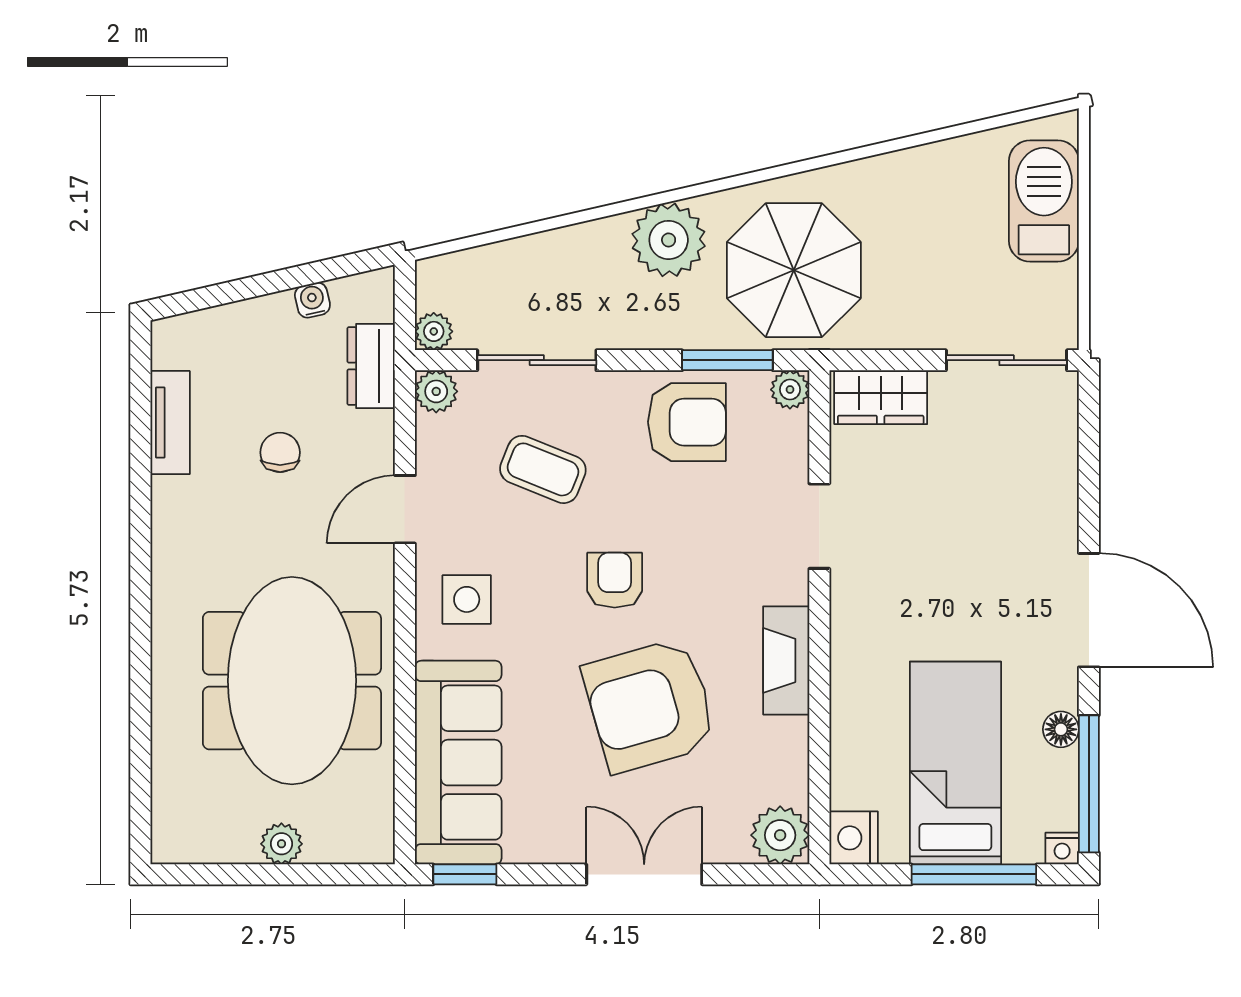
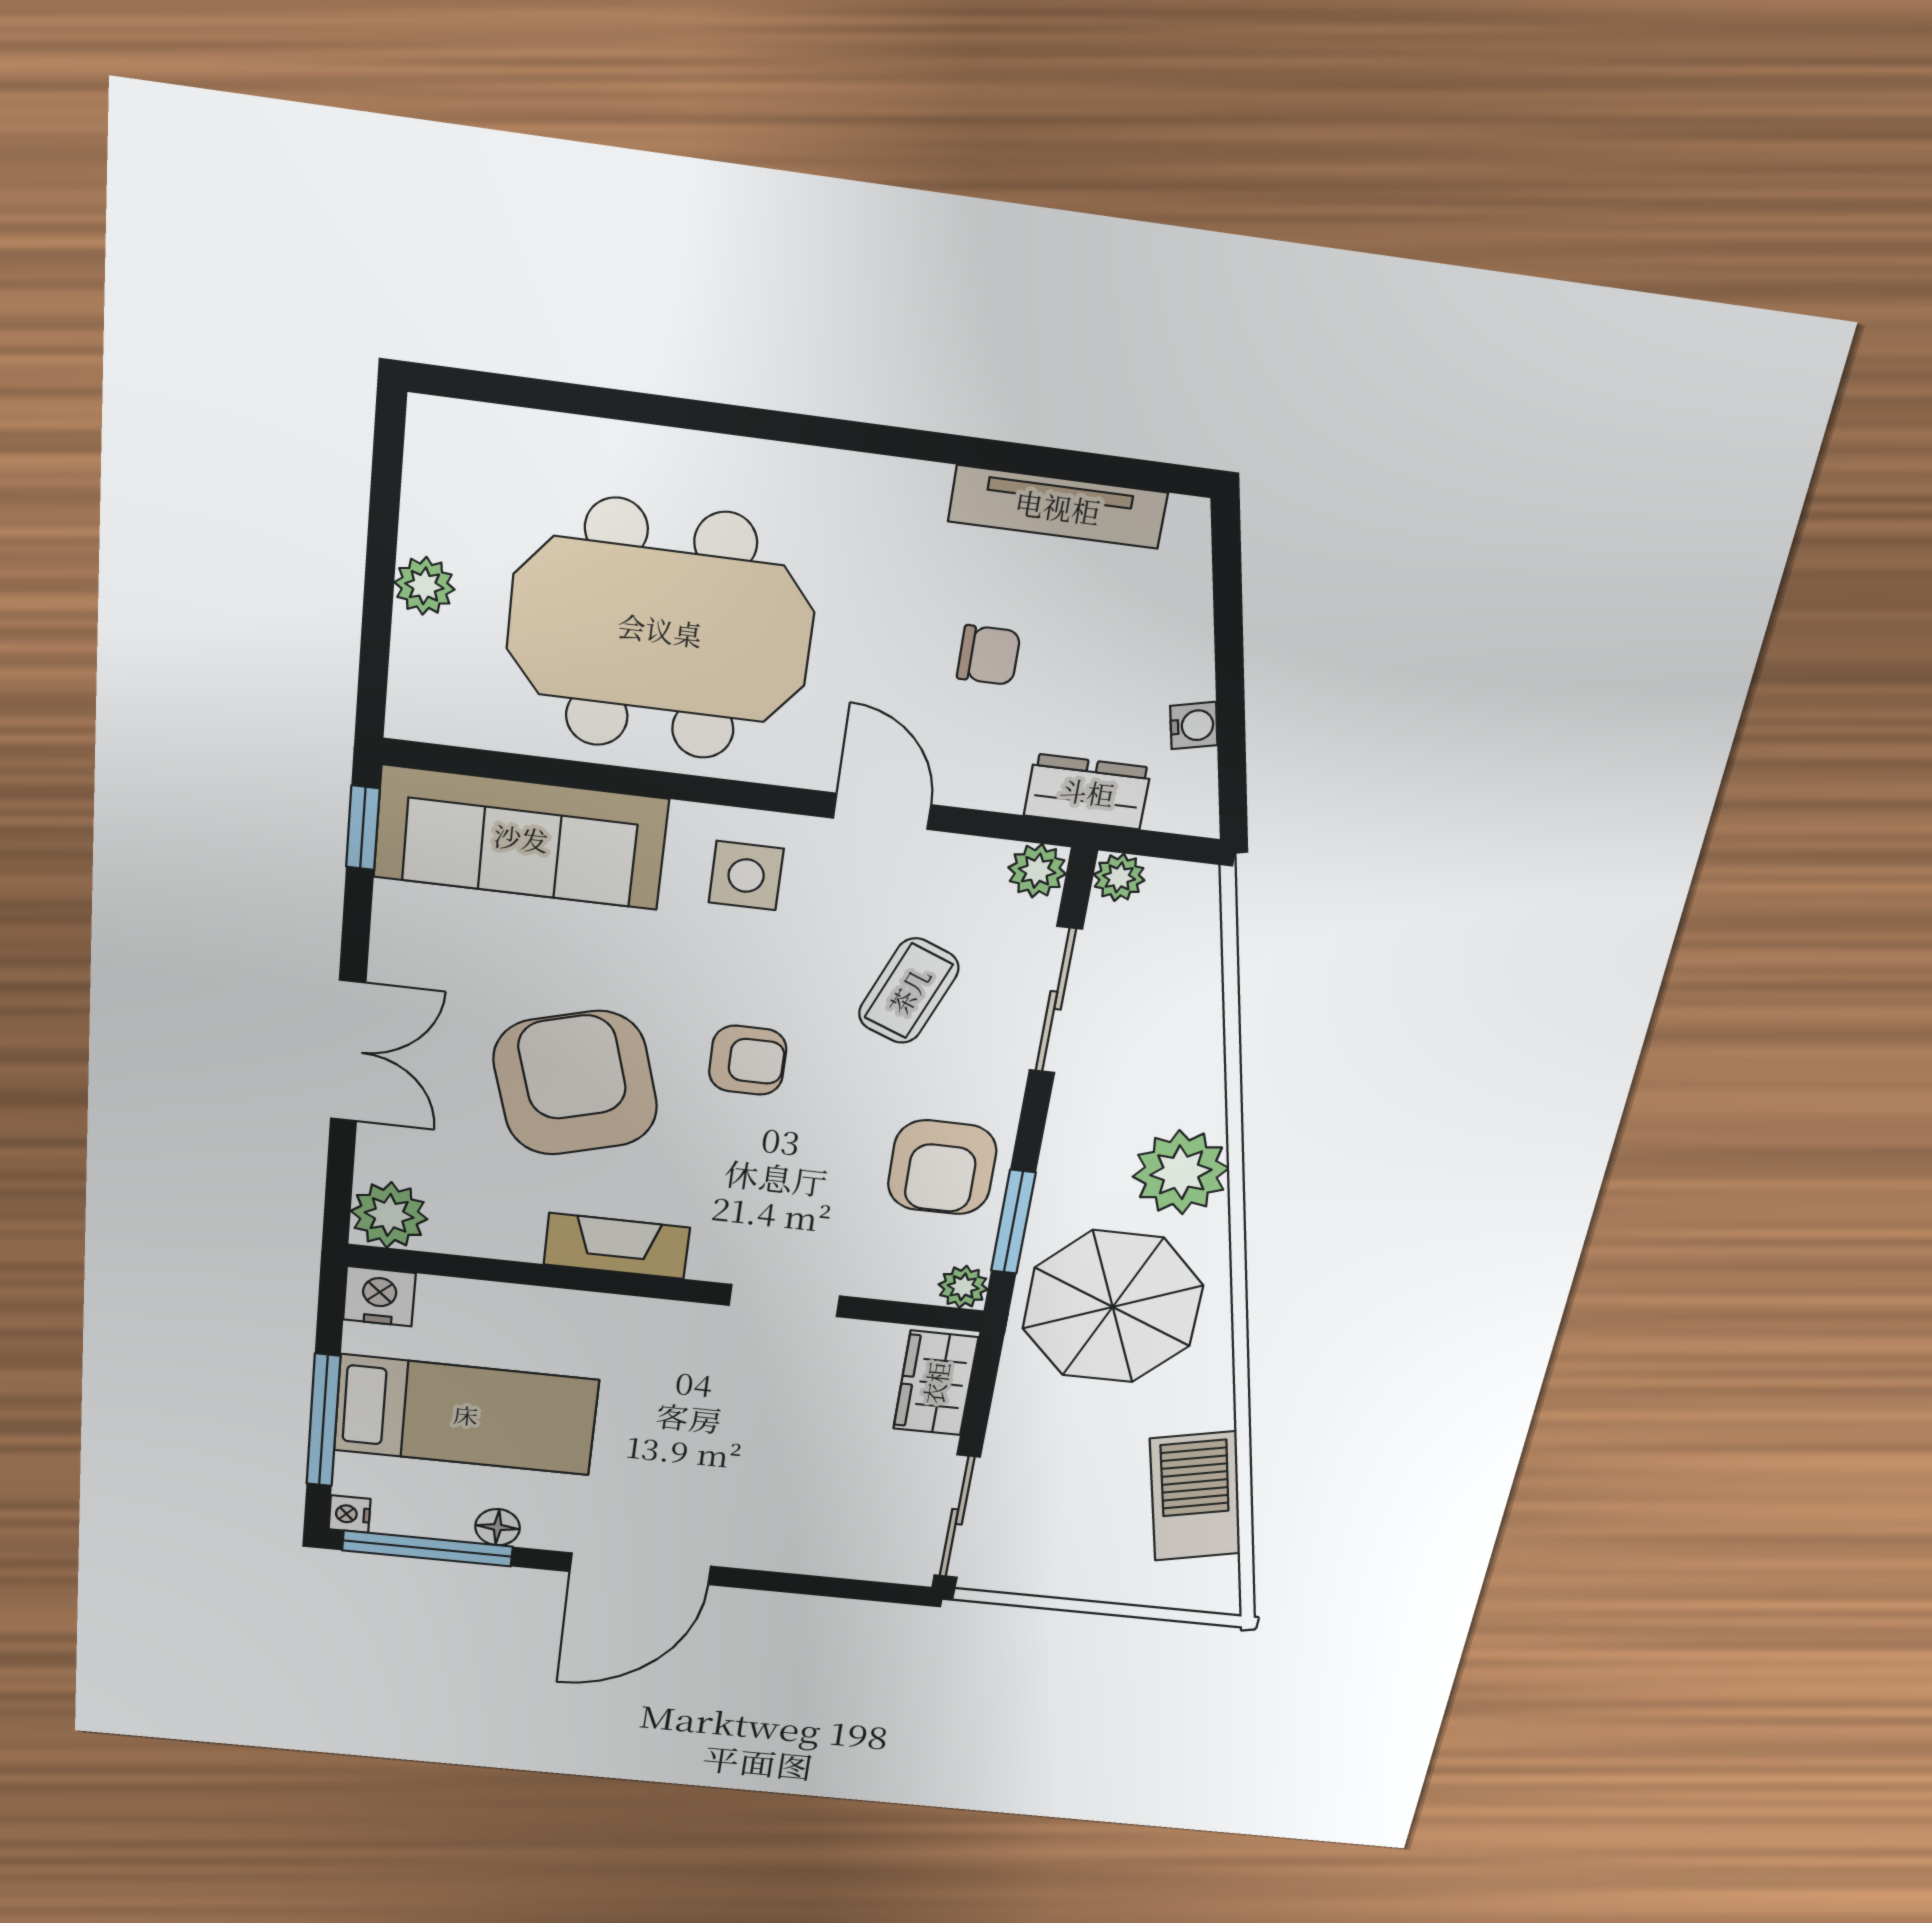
barbecue: (1044, 201) -> (1195, 1496), moved, turned -103
tv unit: (170, 423) -> (1058, 507), width x1.41

